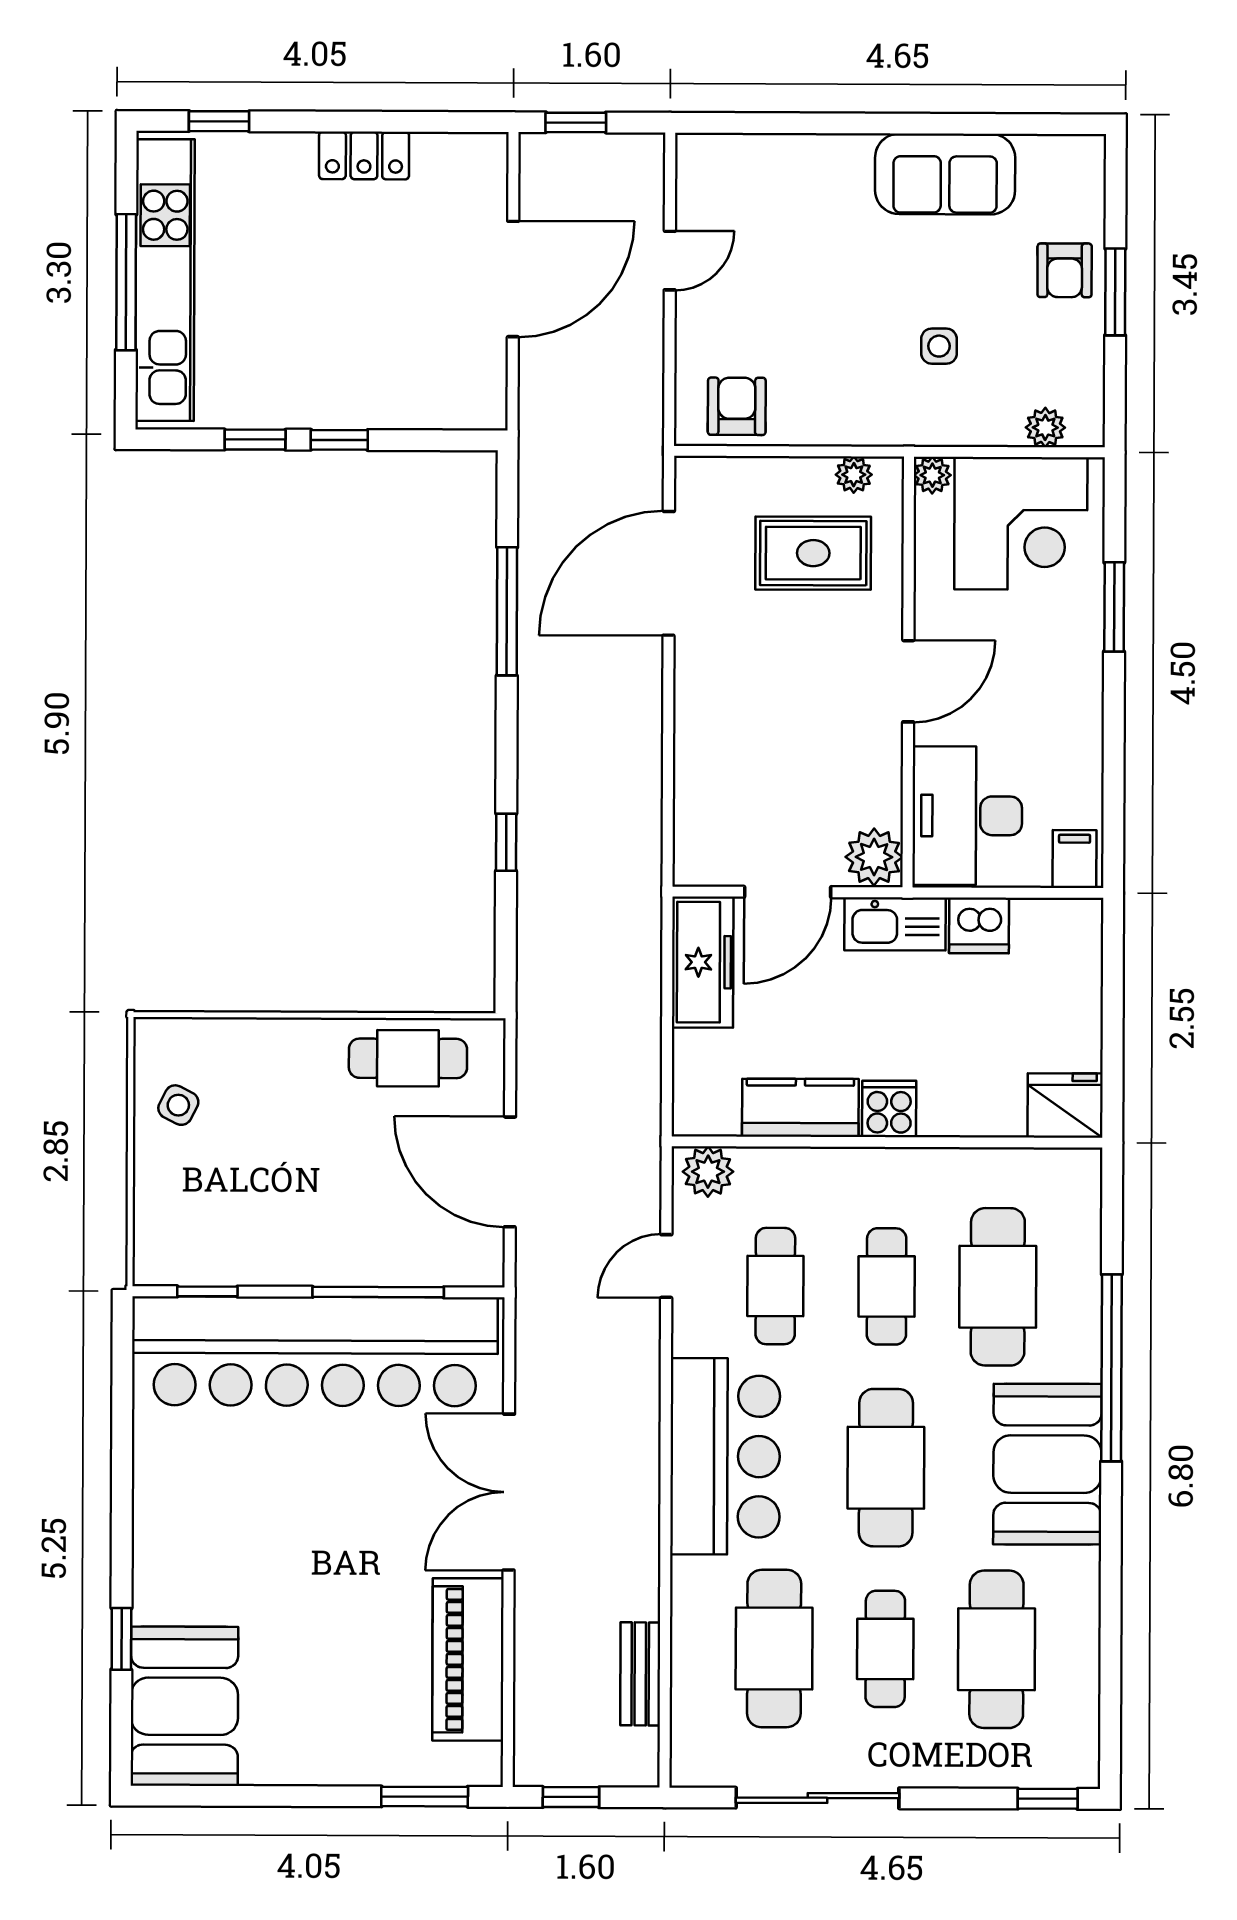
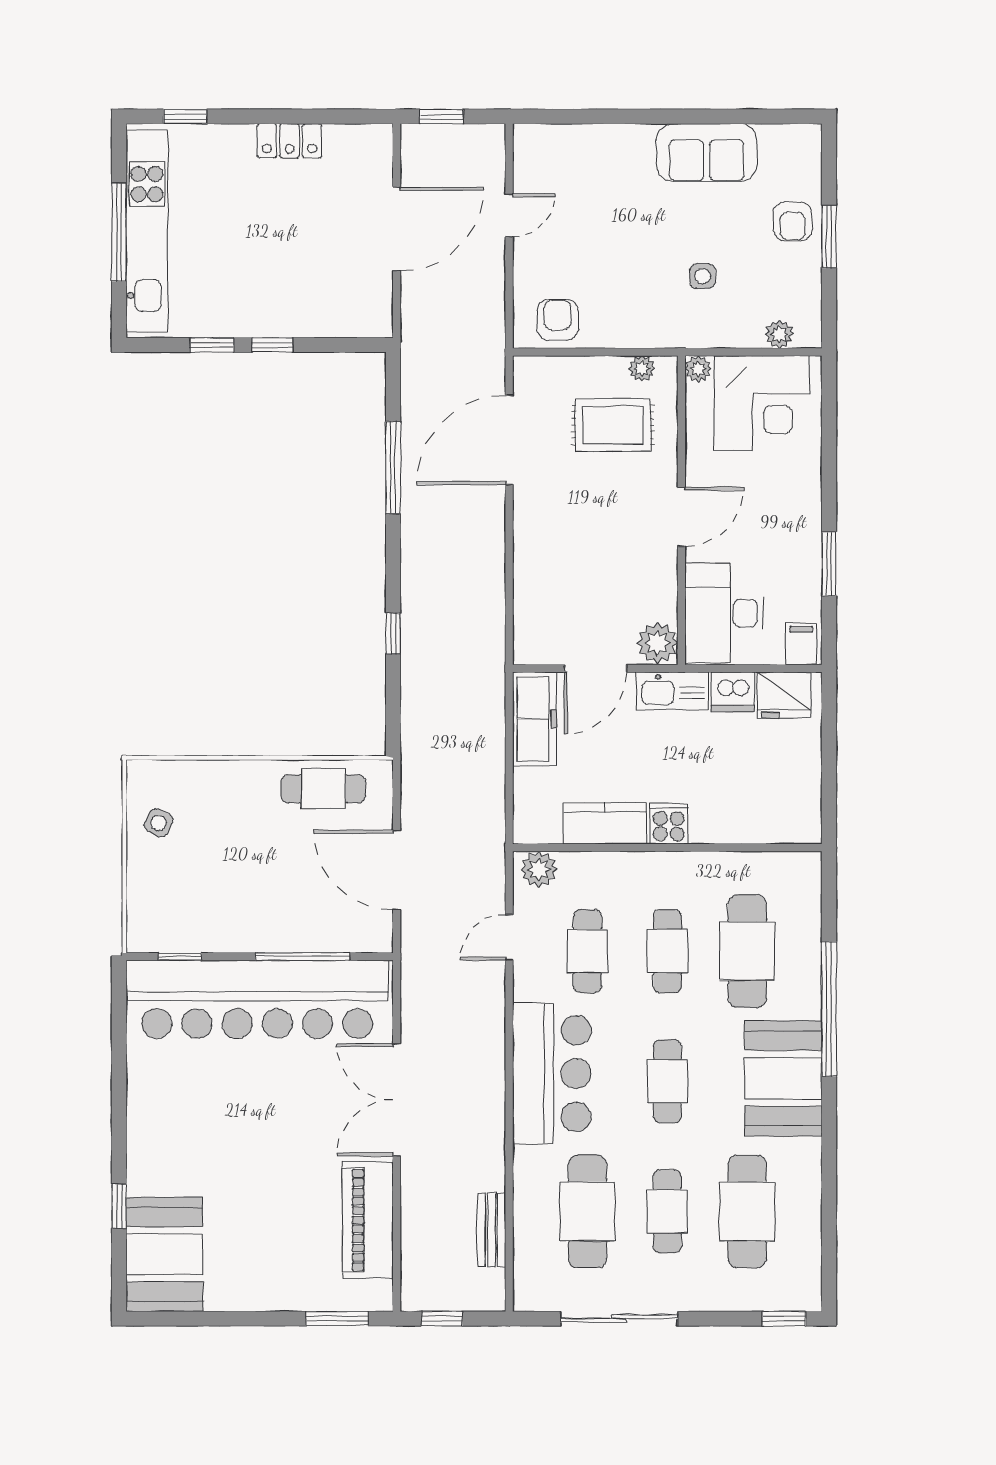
window: (1114, 607) -> (829, 564), moved
fridge: (1065, 1106) -> (784, 695), moved, turned 180
cafe table: (886, 1468) -> (667, 1081), width x0.73, depth x0.74

